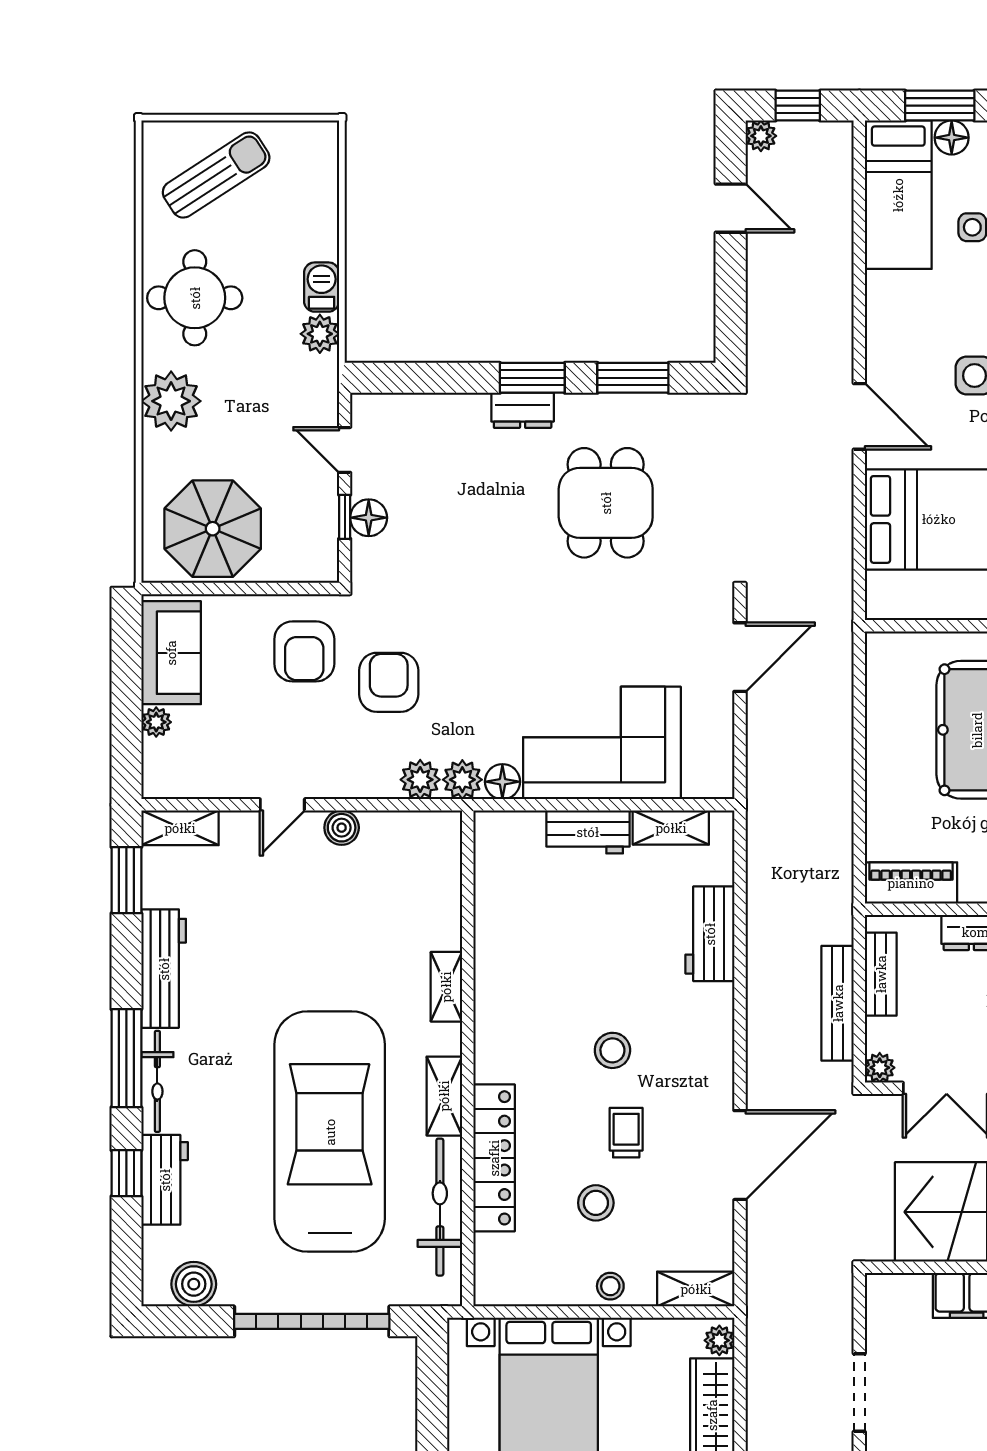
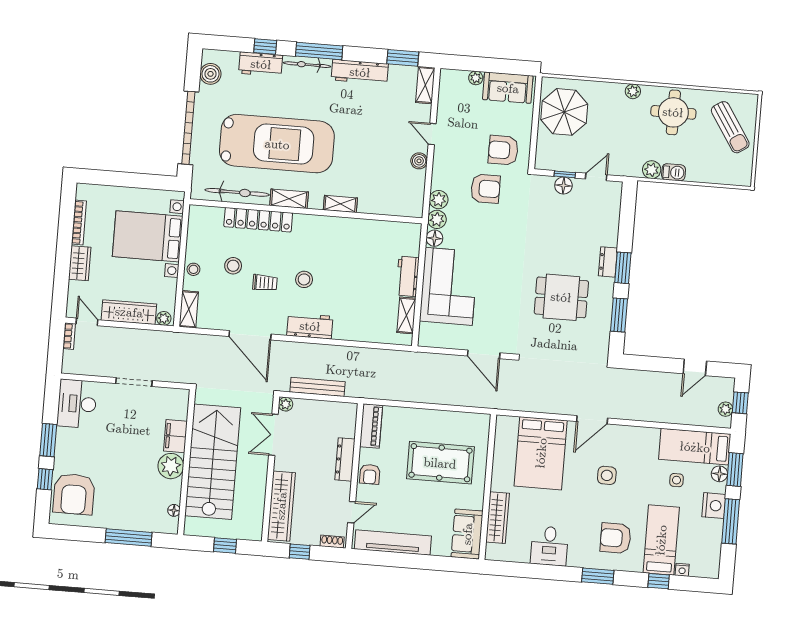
plant: (761, 136) -> (726, 409), moved
plant: (171, 401) -> (633, 91), width x0.53, depth x0.53
workbench: (710, 934) -> (310, 326), moved
bench: (881, 974) -> (329, 408), removed

